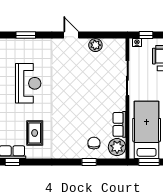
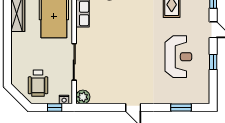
plant: (95, 45) -> (83, 97), moved
reception desk: (28, 83) -> (178, 57), turned 180

